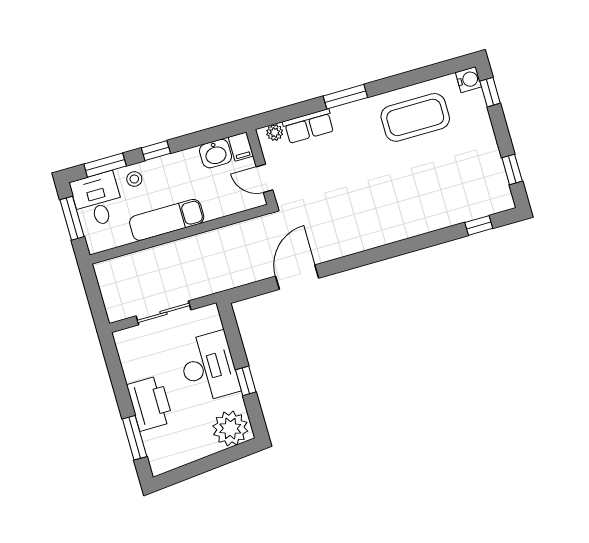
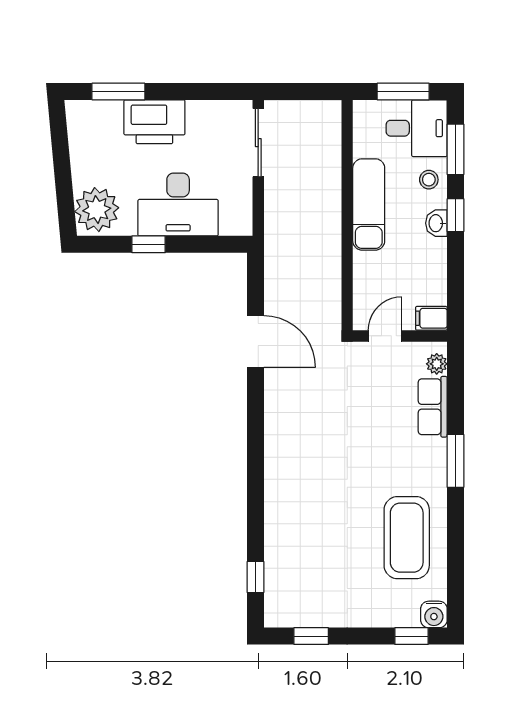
washbasin: (216, 154) -> (436, 223), moved, width x0.72, depth x0.69
sliding door: (164, 313) -> (258, 143), moved

